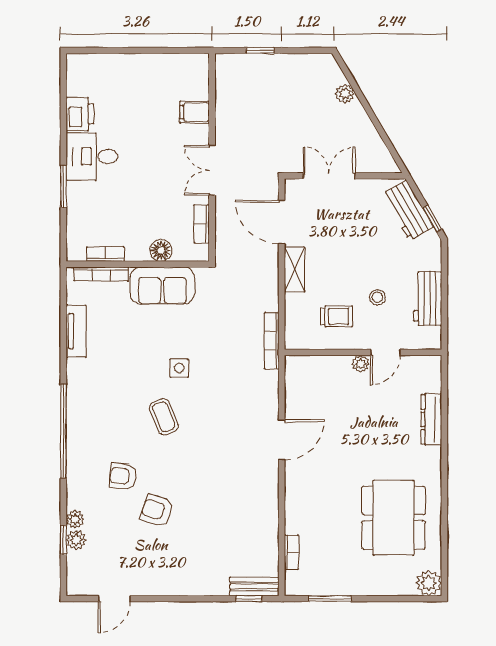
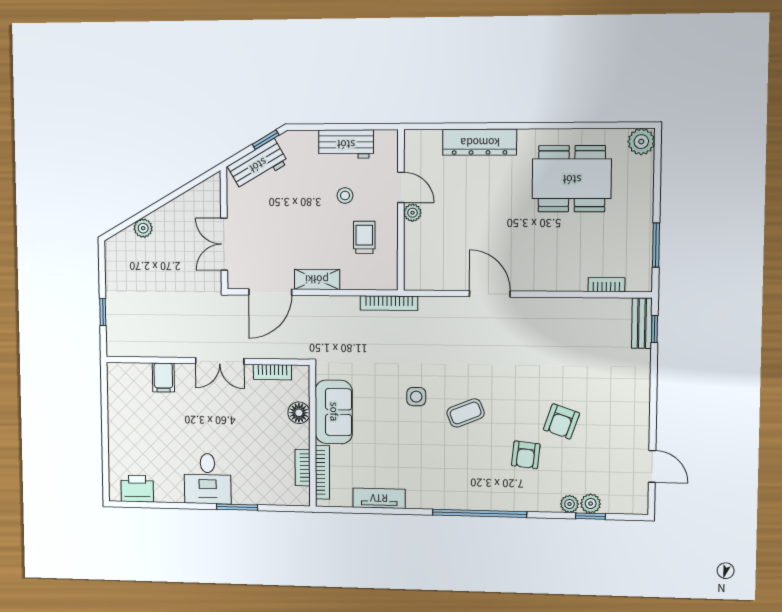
printer: (80, 114) -> (137, 489), moved
dresser: (431, 419) -> (480, 142), width x1.37, depth x1.24

